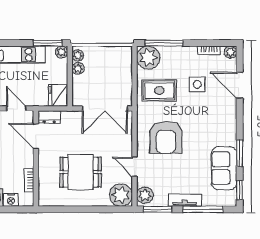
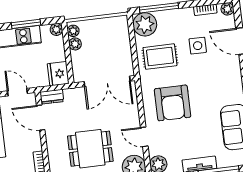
window: (48, 43) -> (26, 24), moved

